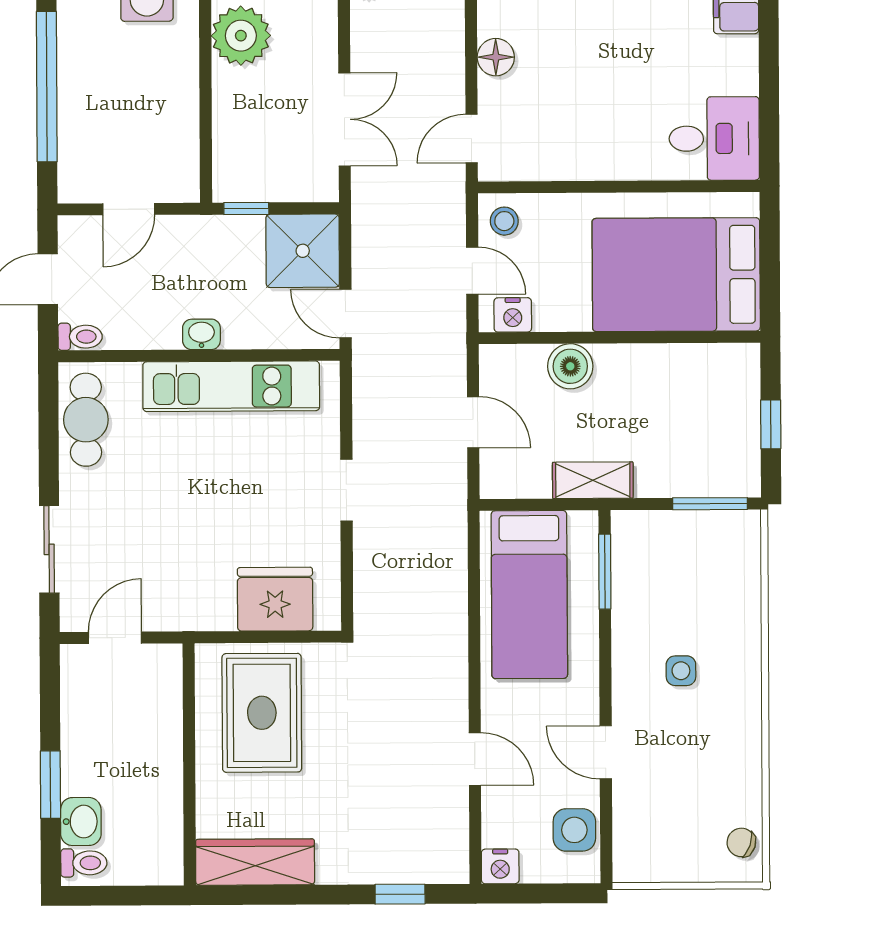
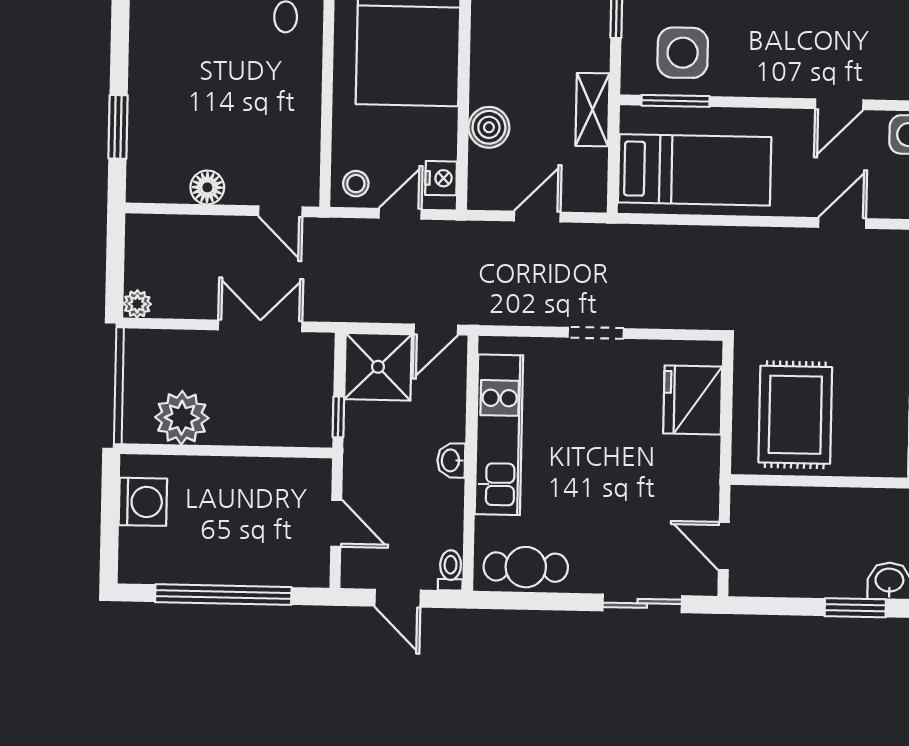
side table: (681, 671) -> (683, 53), moved, width x1.87, depth x1.87
rug: (262, 713) -> (795, 415), turned 90

